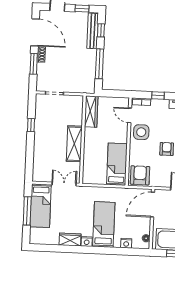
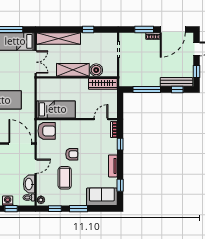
boiler: (76, 118) -> (96, 70), added
side table: (141, 132) -> (86, 130), removed
shelving: (39, 158) -> (59, 39), added

